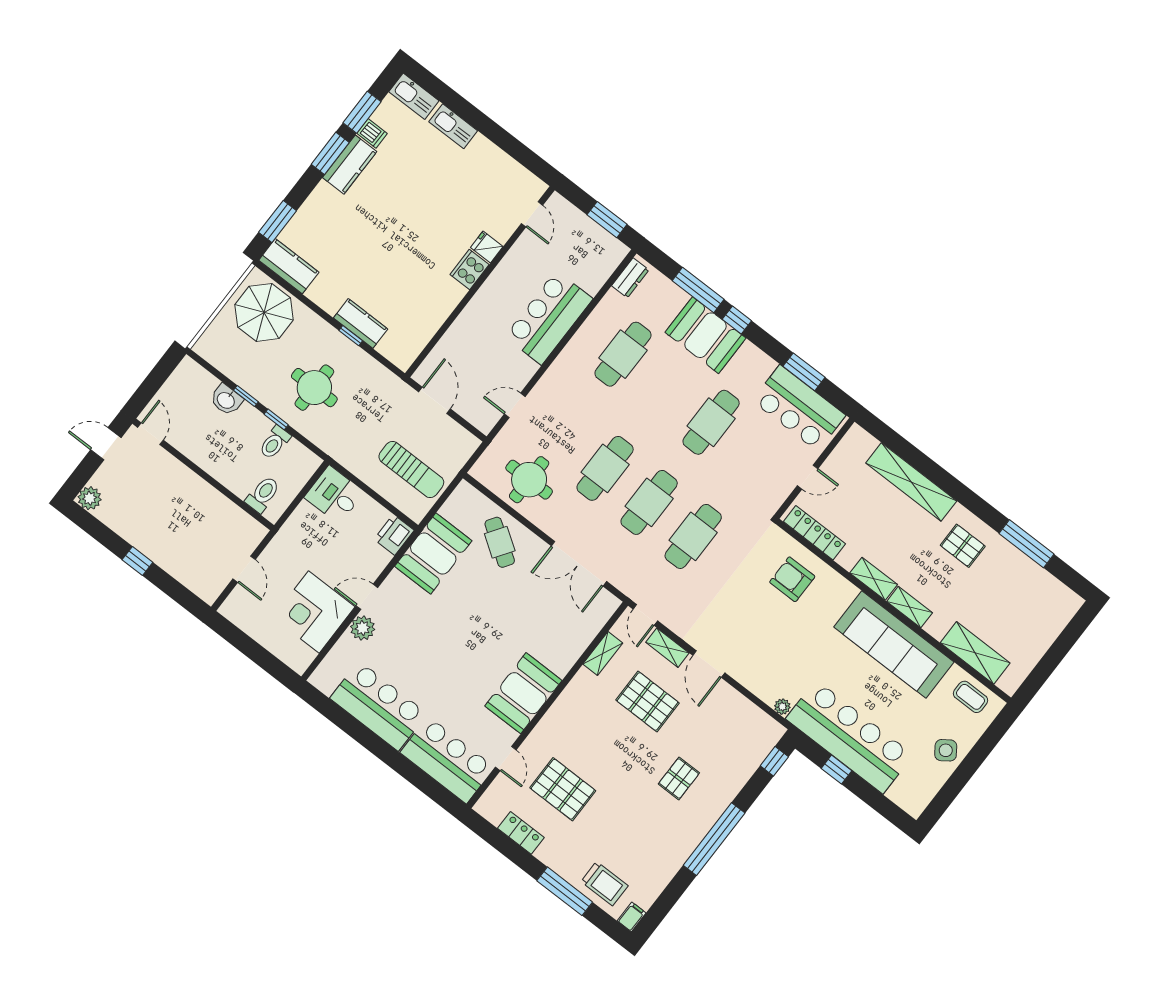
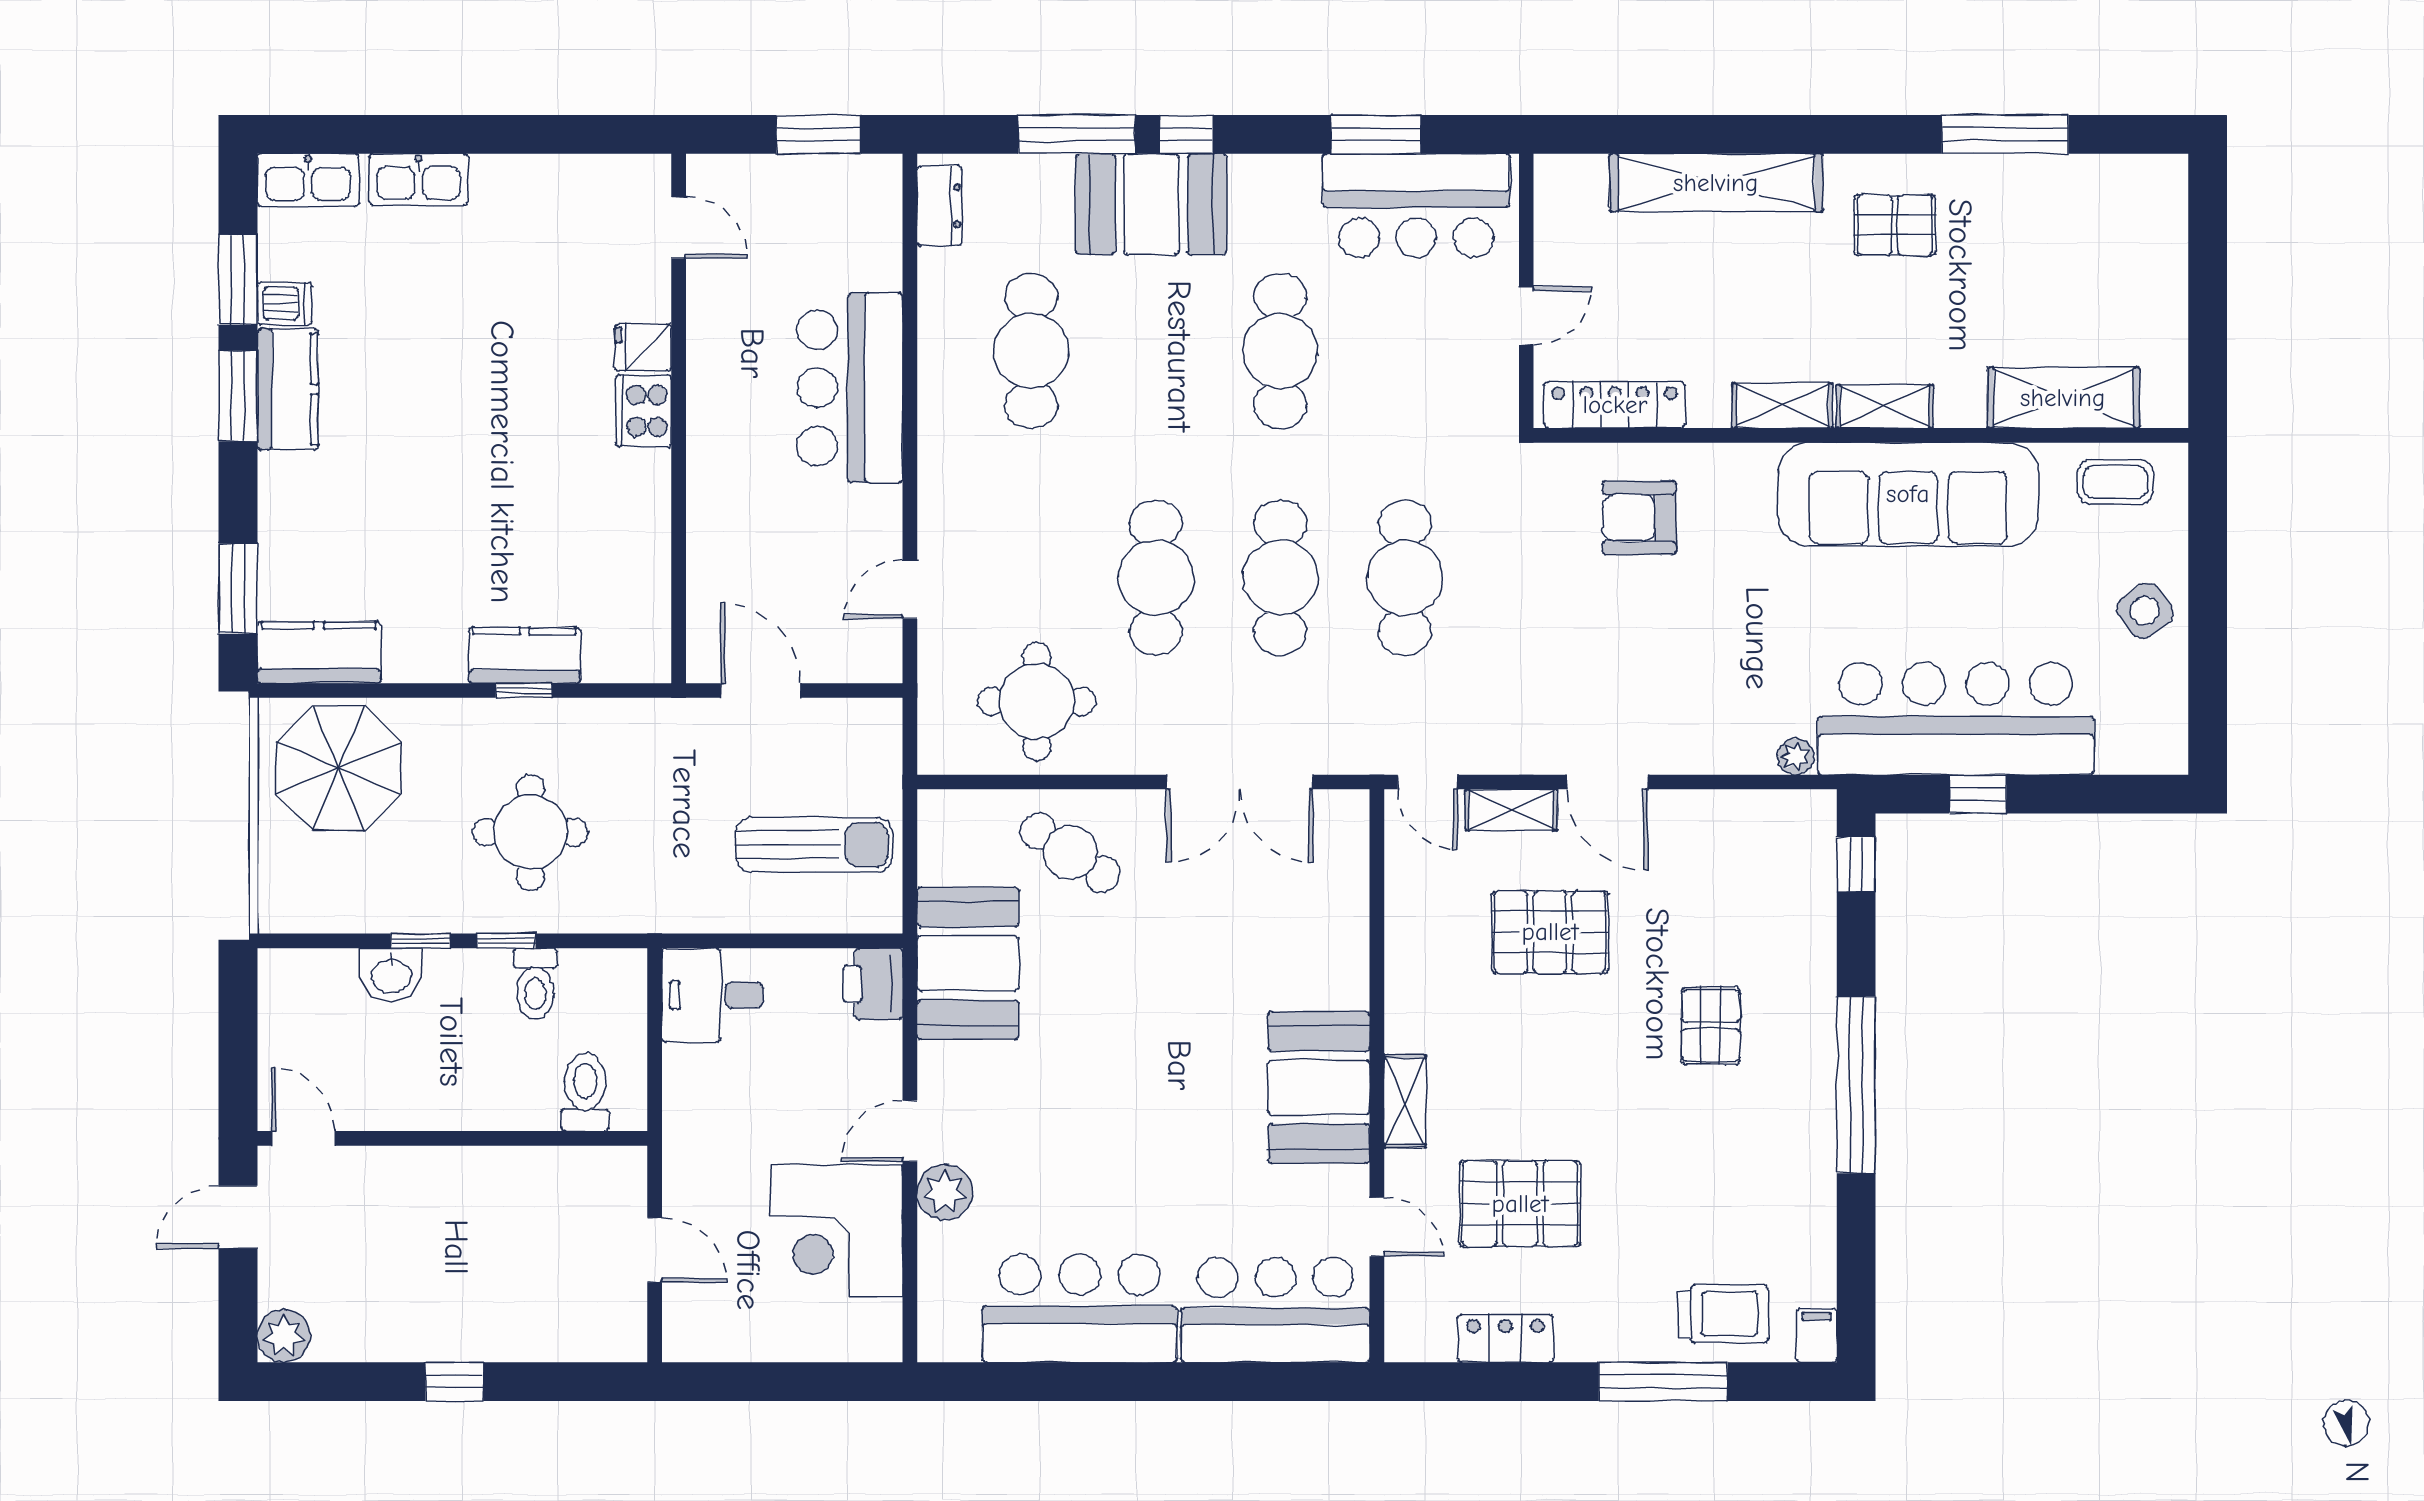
shelving: (603, 654) -> (1405, 1101), moved

